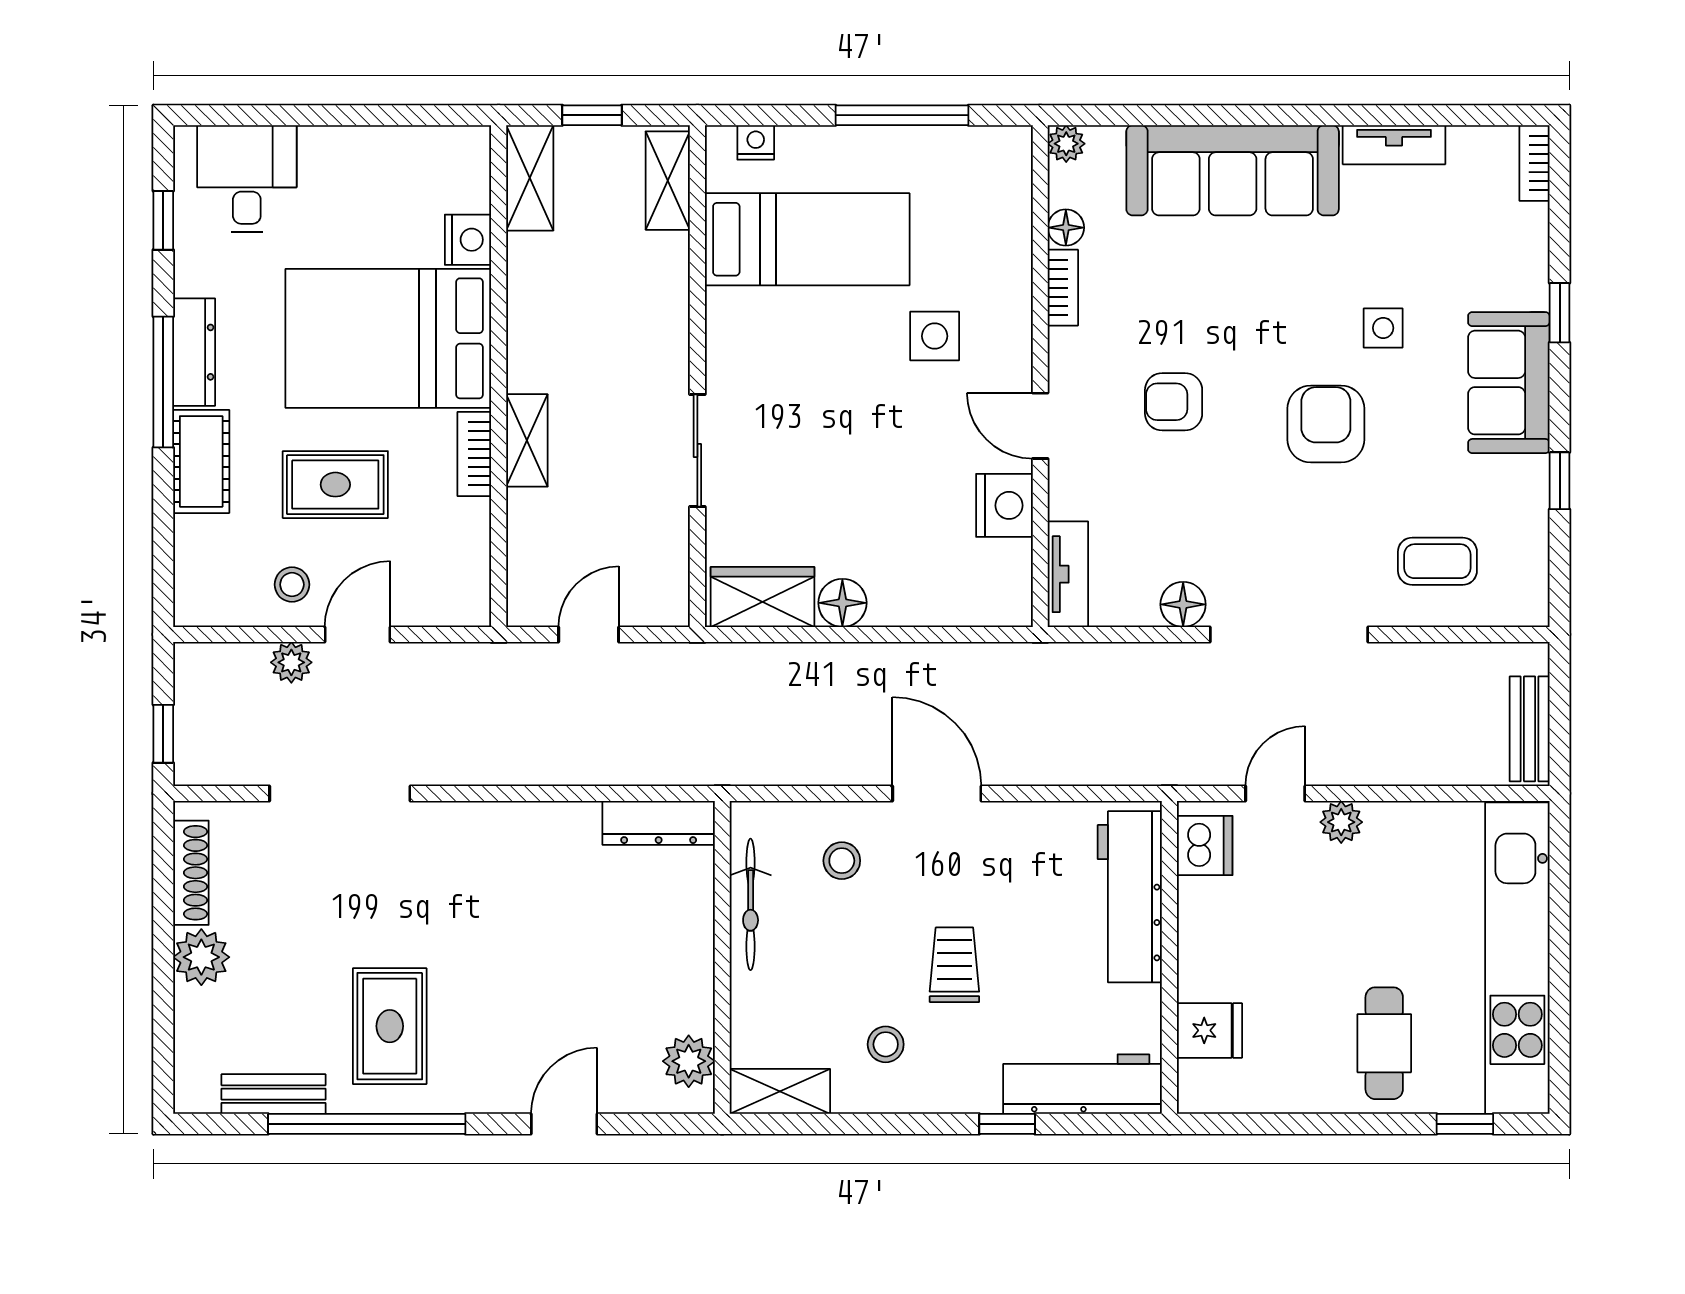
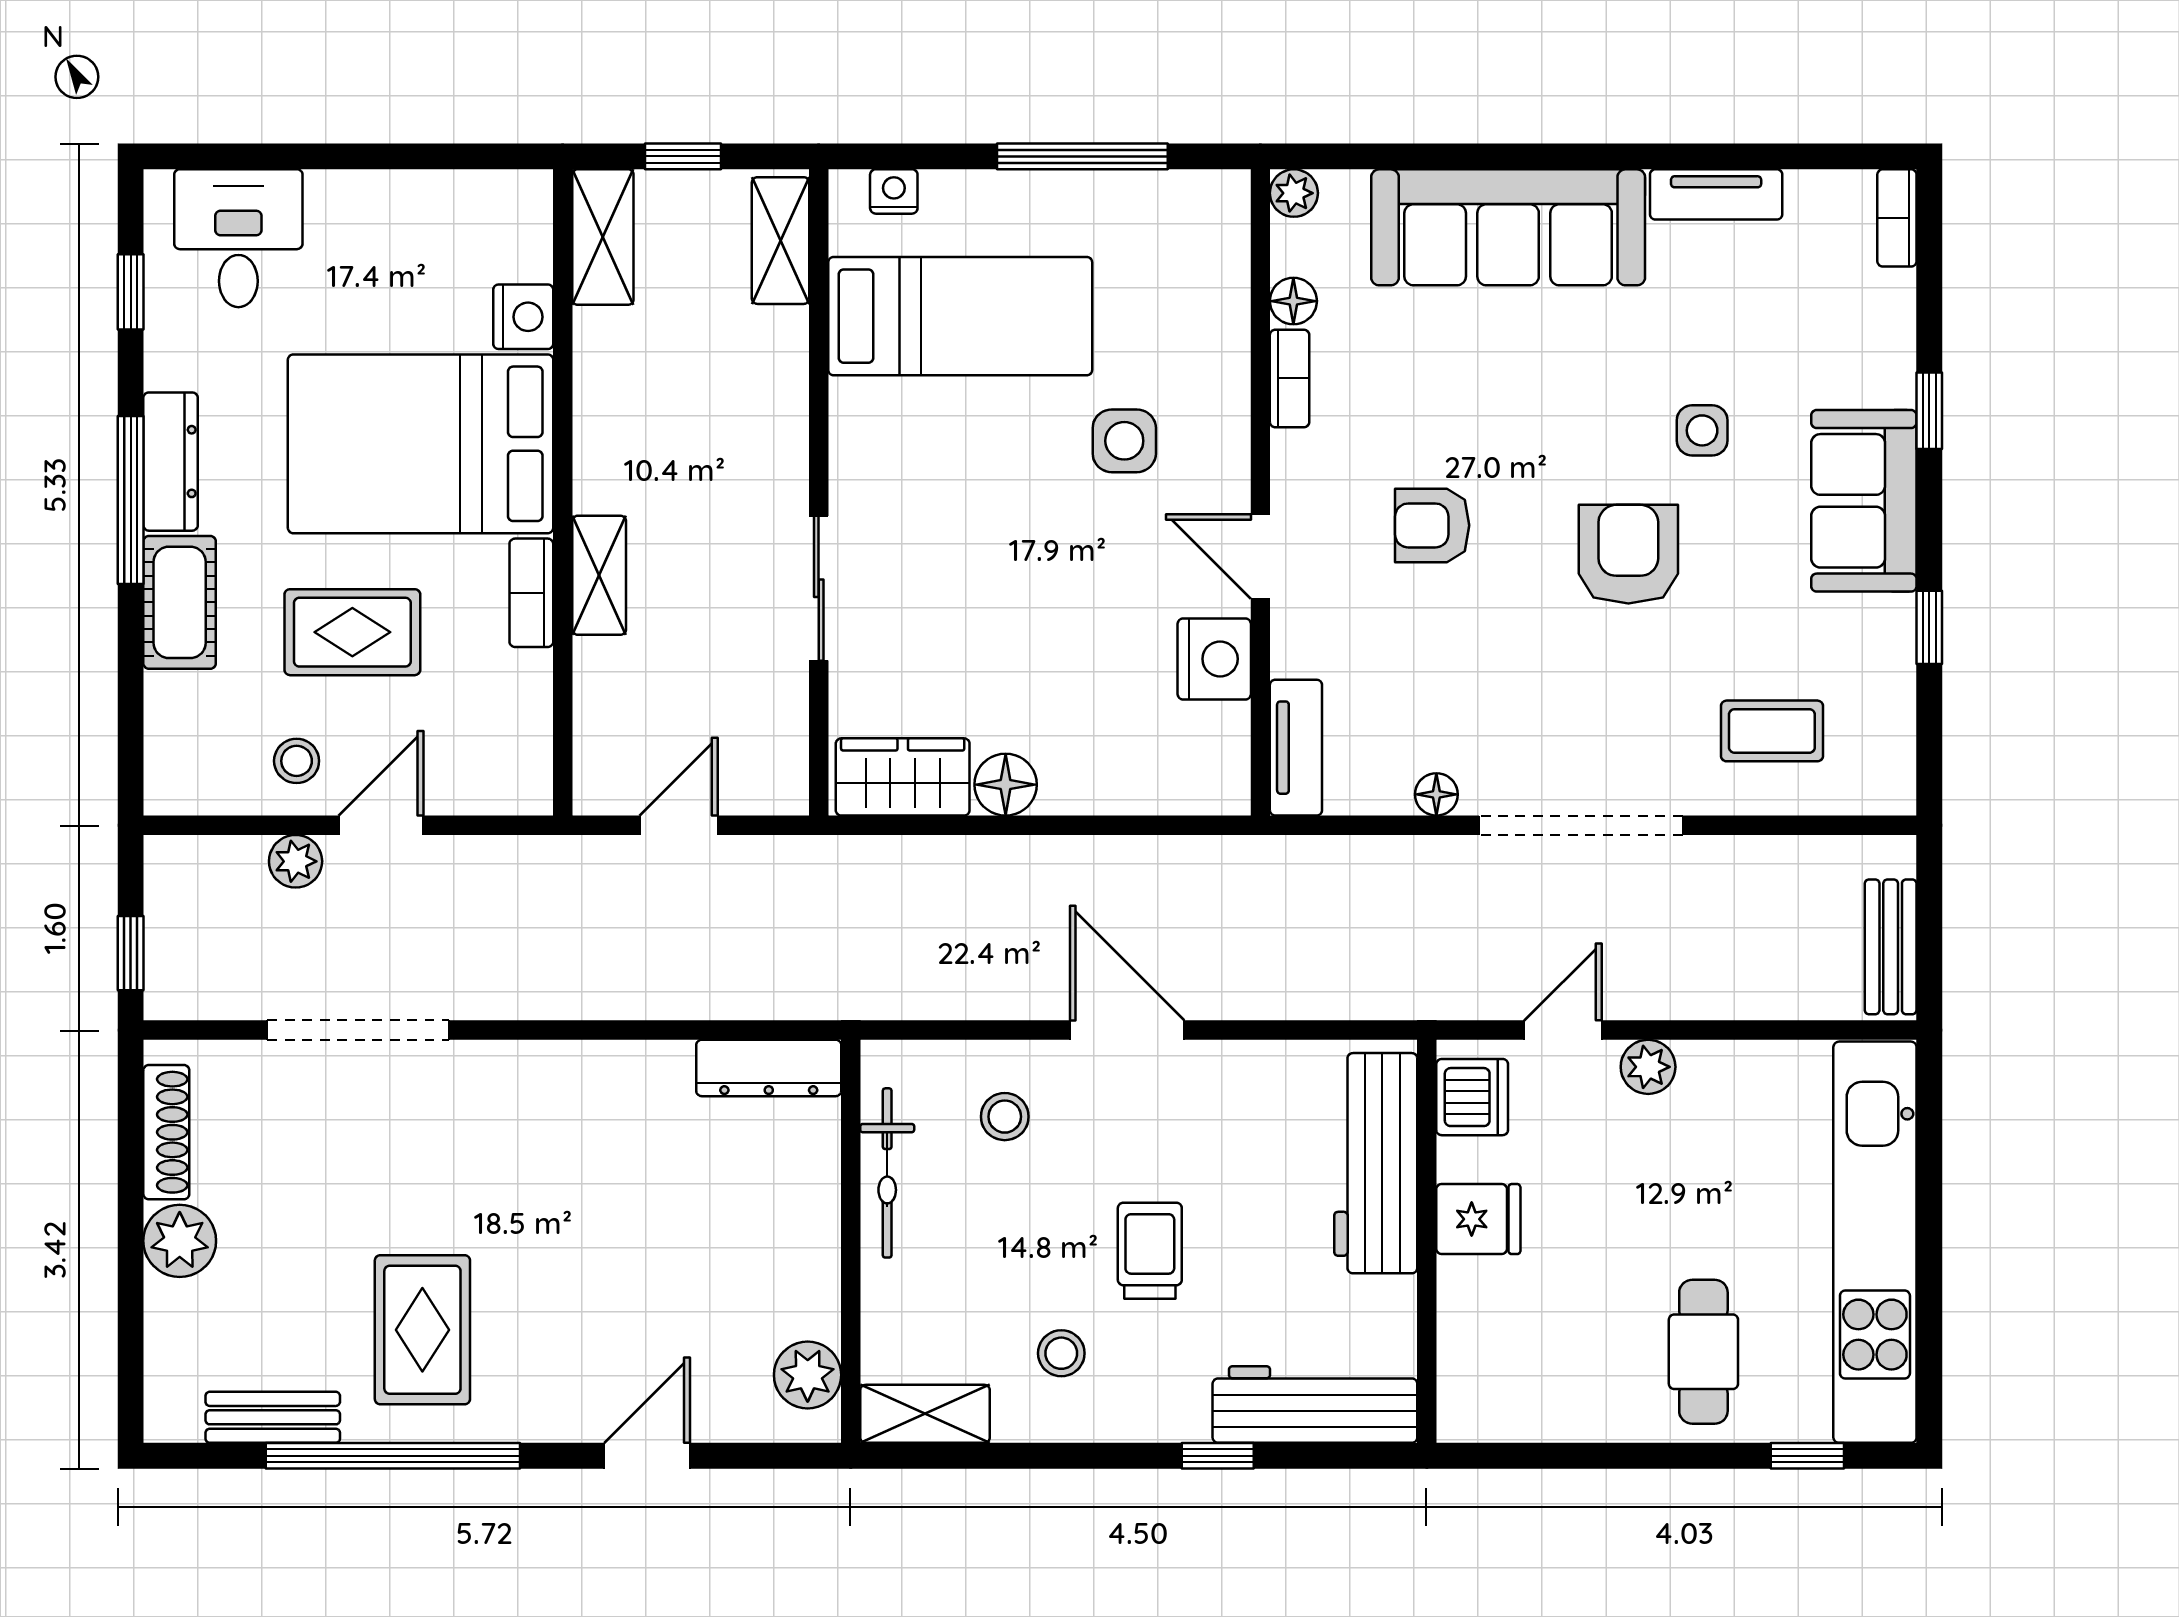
floor lamp: (1183, 604) -> (1436, 794), width x0.73, depth x0.73
fridge: (1209, 1030) -> (1478, 1219), moved

